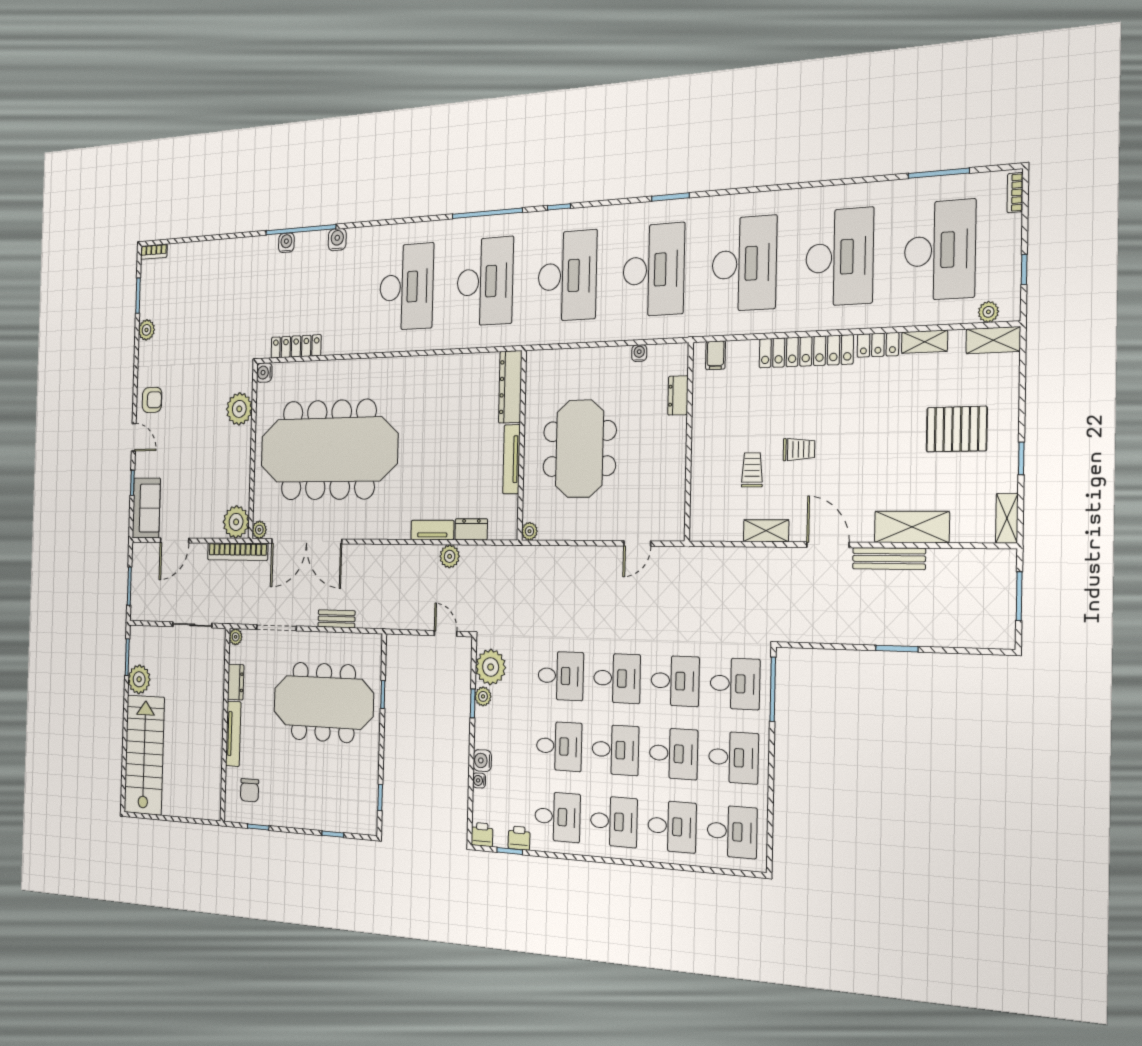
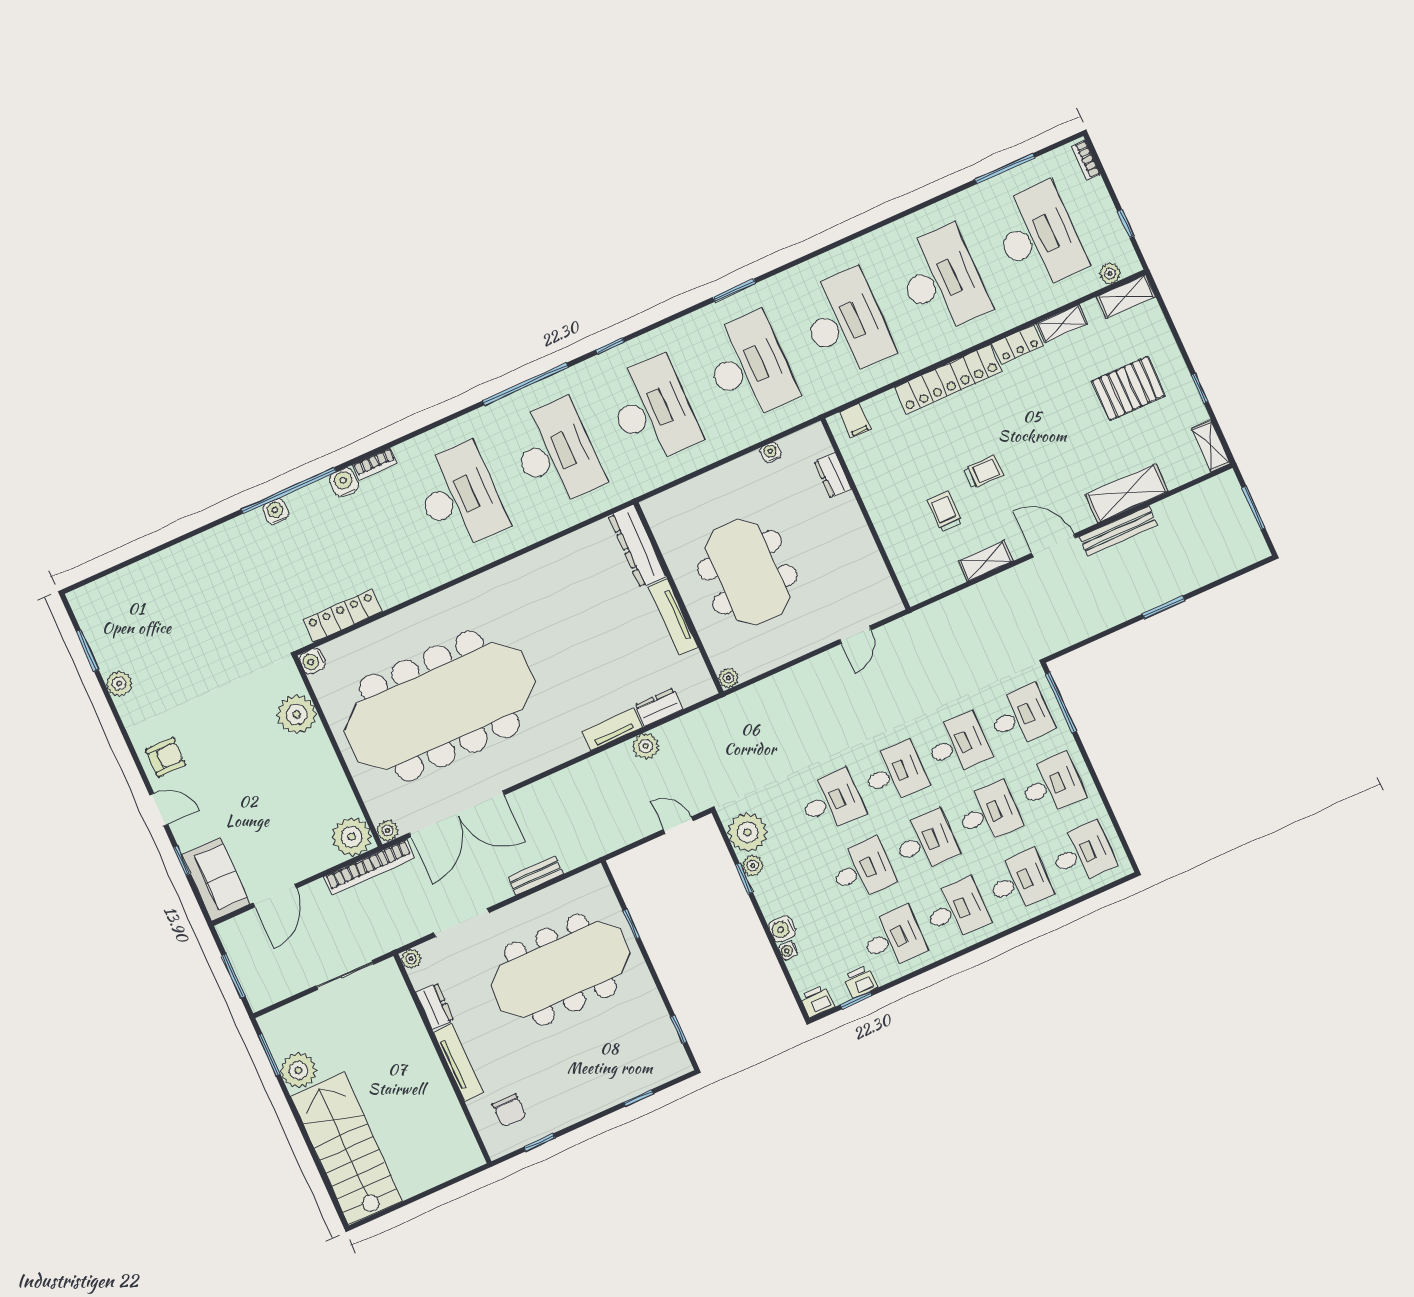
bookcase: (154, 252) -> (375, 464), moved

